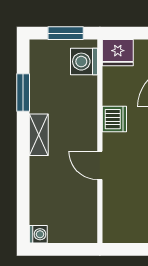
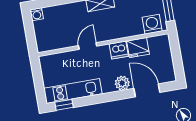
fridge: (118, 53) -> (138, 48), moved, turned -90

